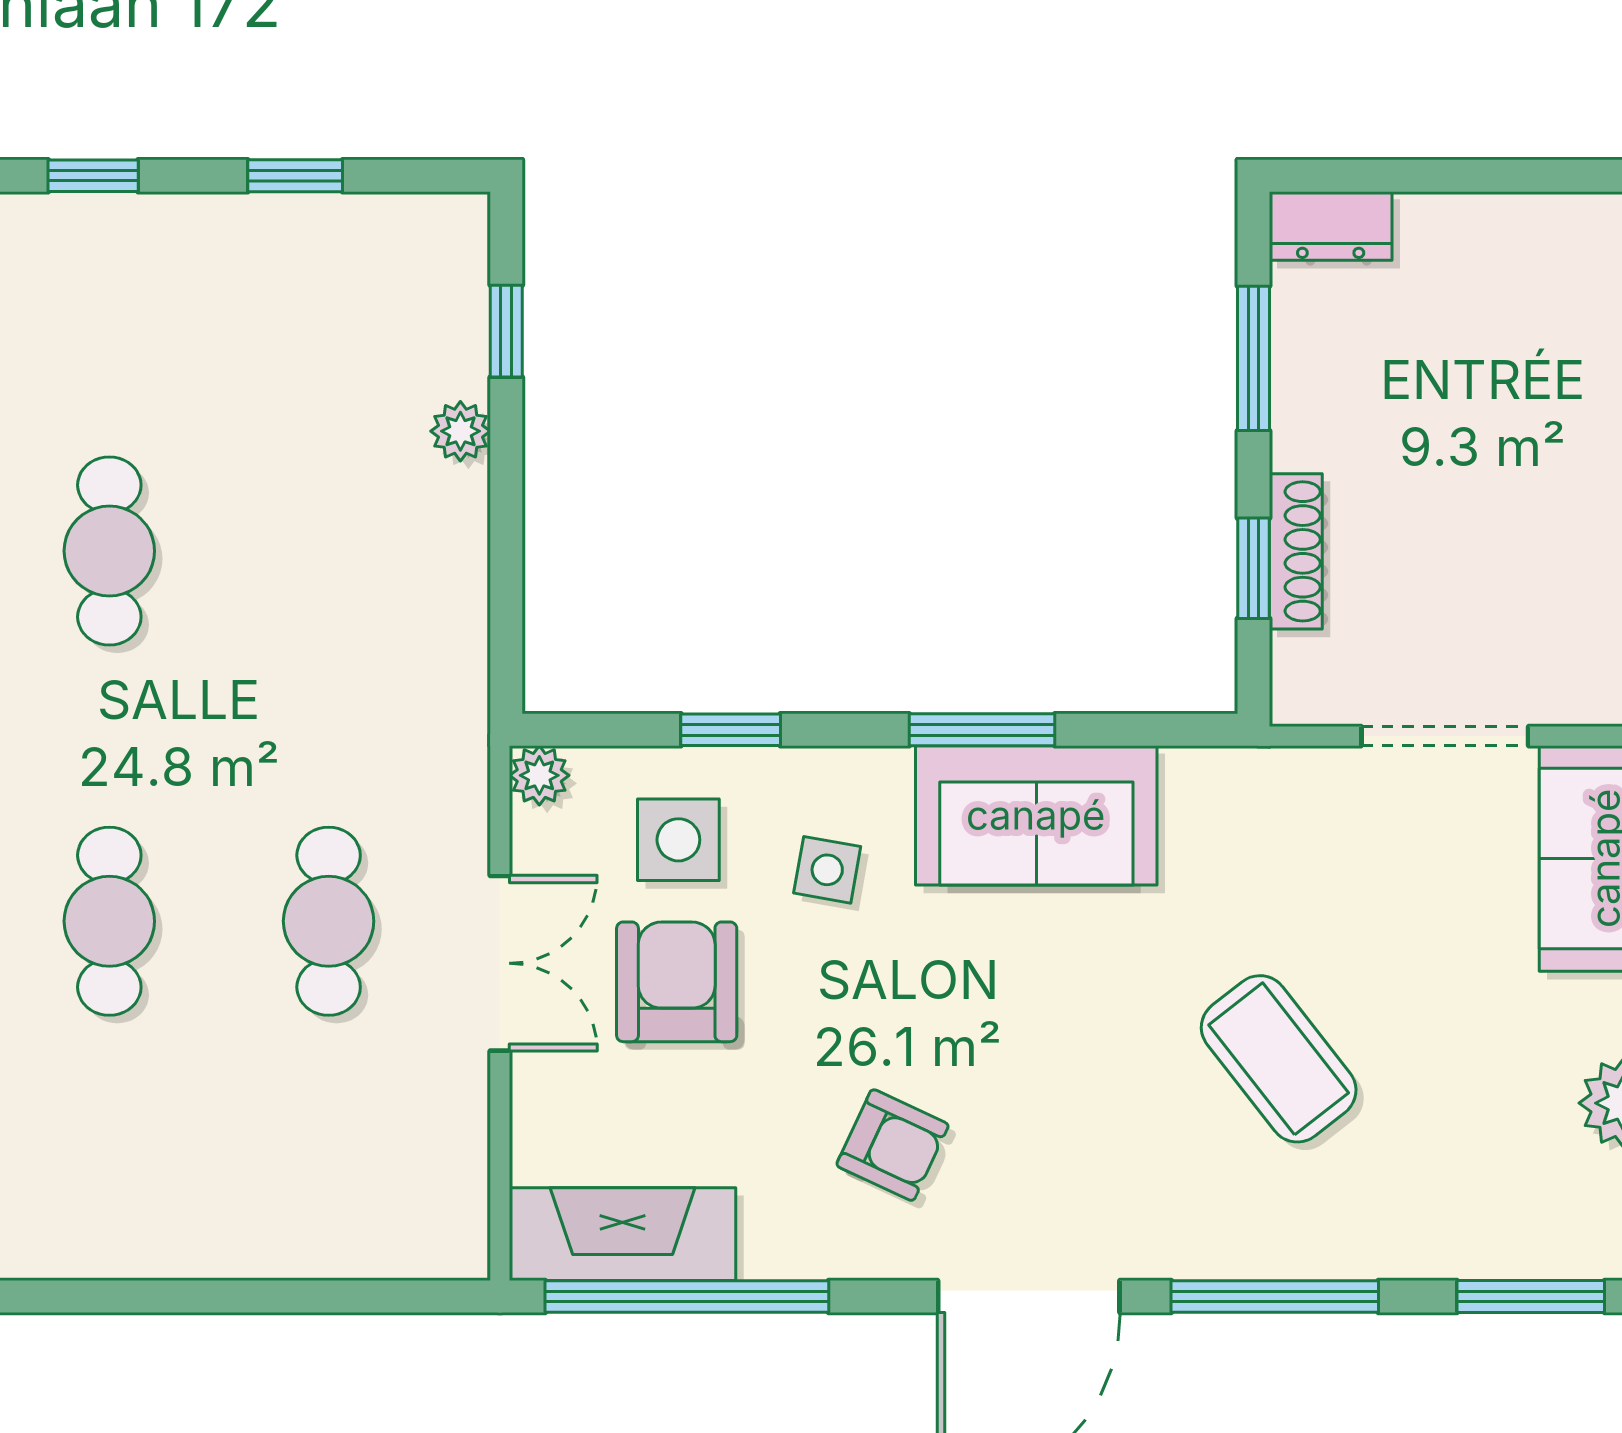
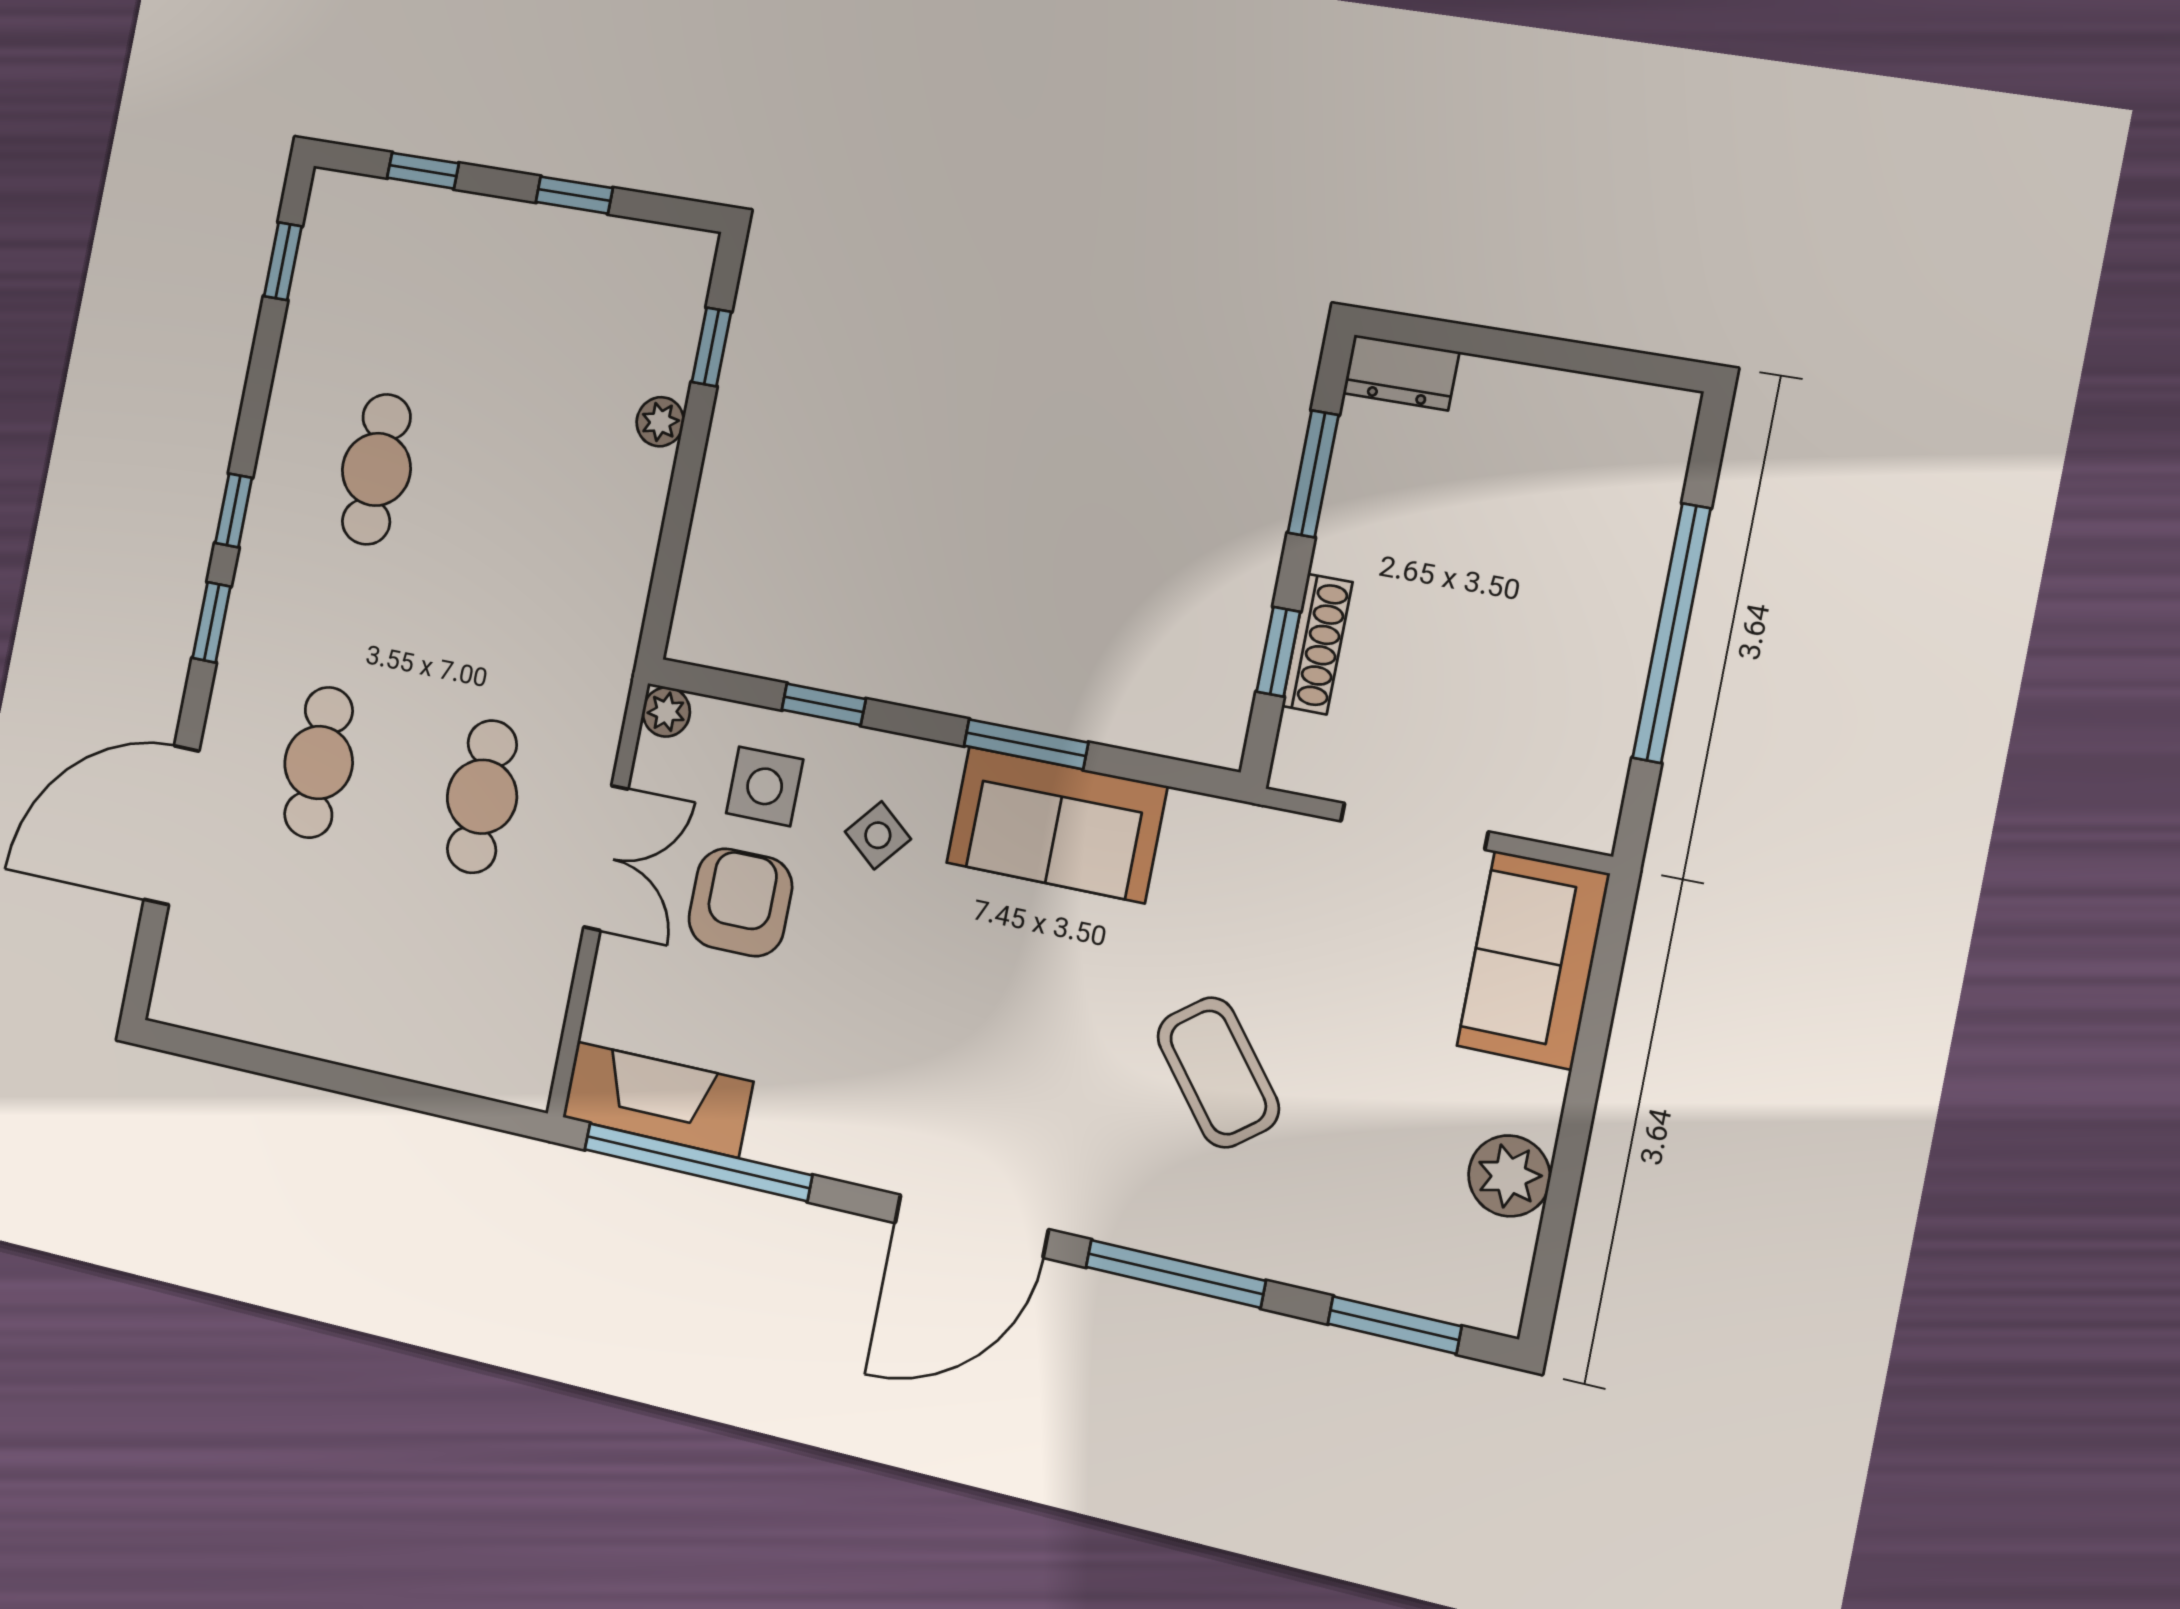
side table: (827, 870) -> (878, 835), turned 30
armchair: (893, 1145) -> (886, 1075), removed

